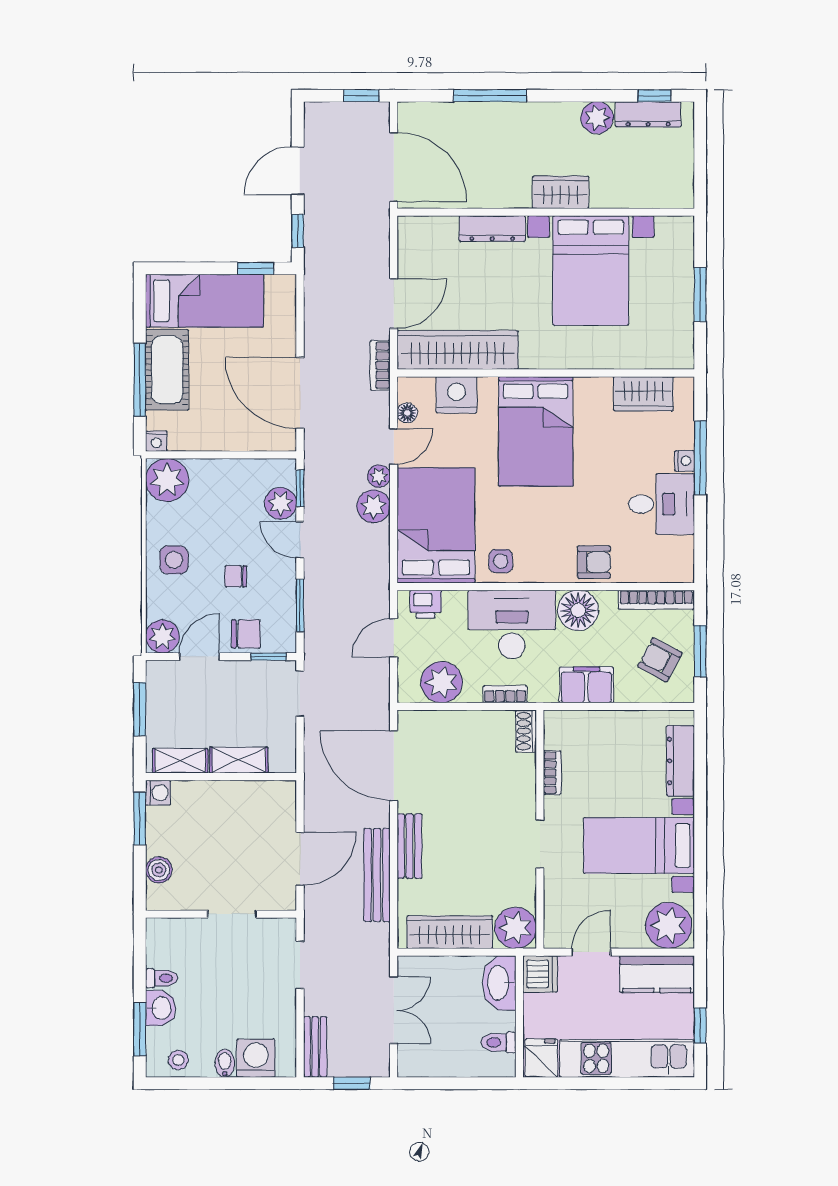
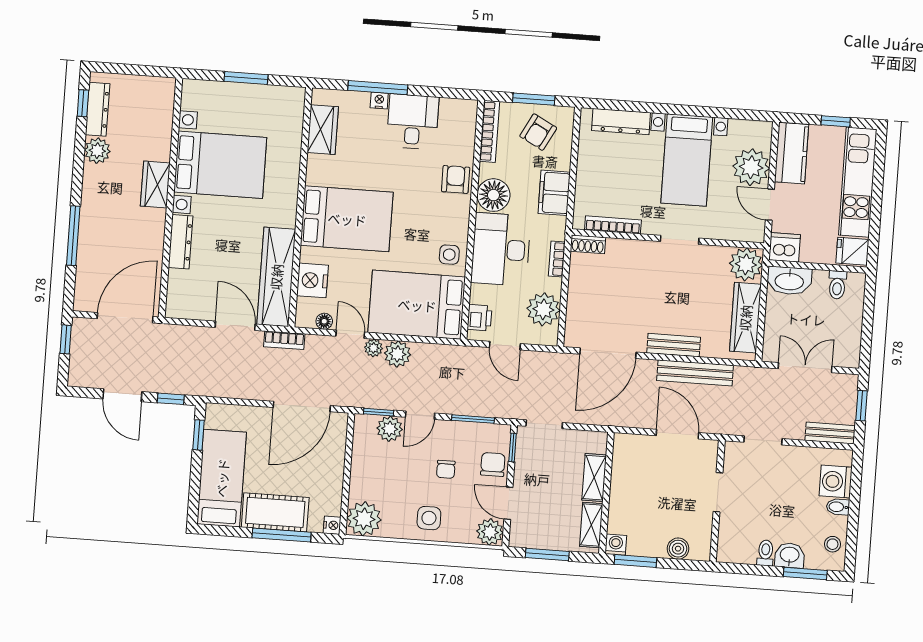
bookcase: (552, 773) -> (613, 225), width x1.56
plant: (669, 926) -> (751, 167), moved

